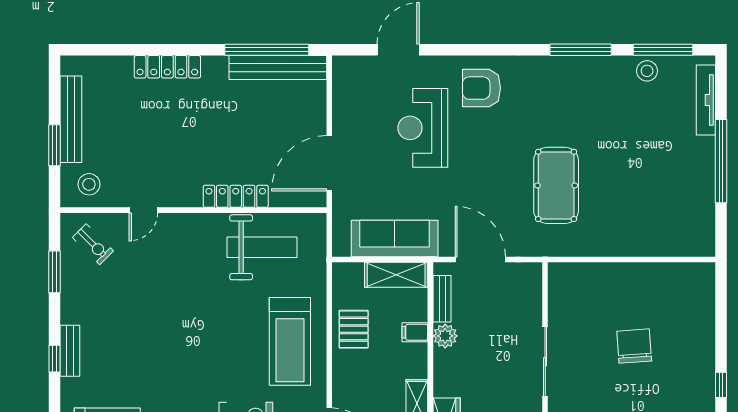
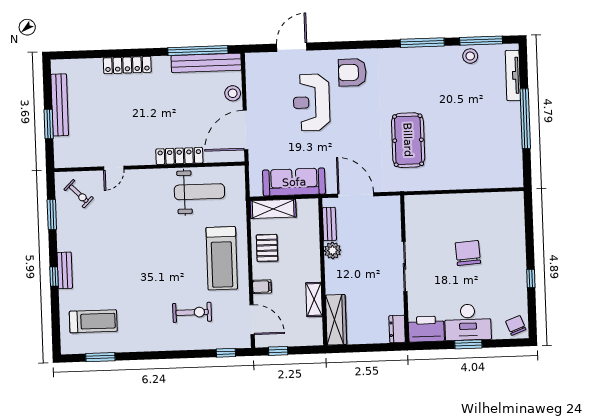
stool: (89, 184) -> (233, 93), moved
shelving: (396, 275) -> (273, 209), moved
filing cabinet: (415, 332) -> (262, 287), moved, turned 180

